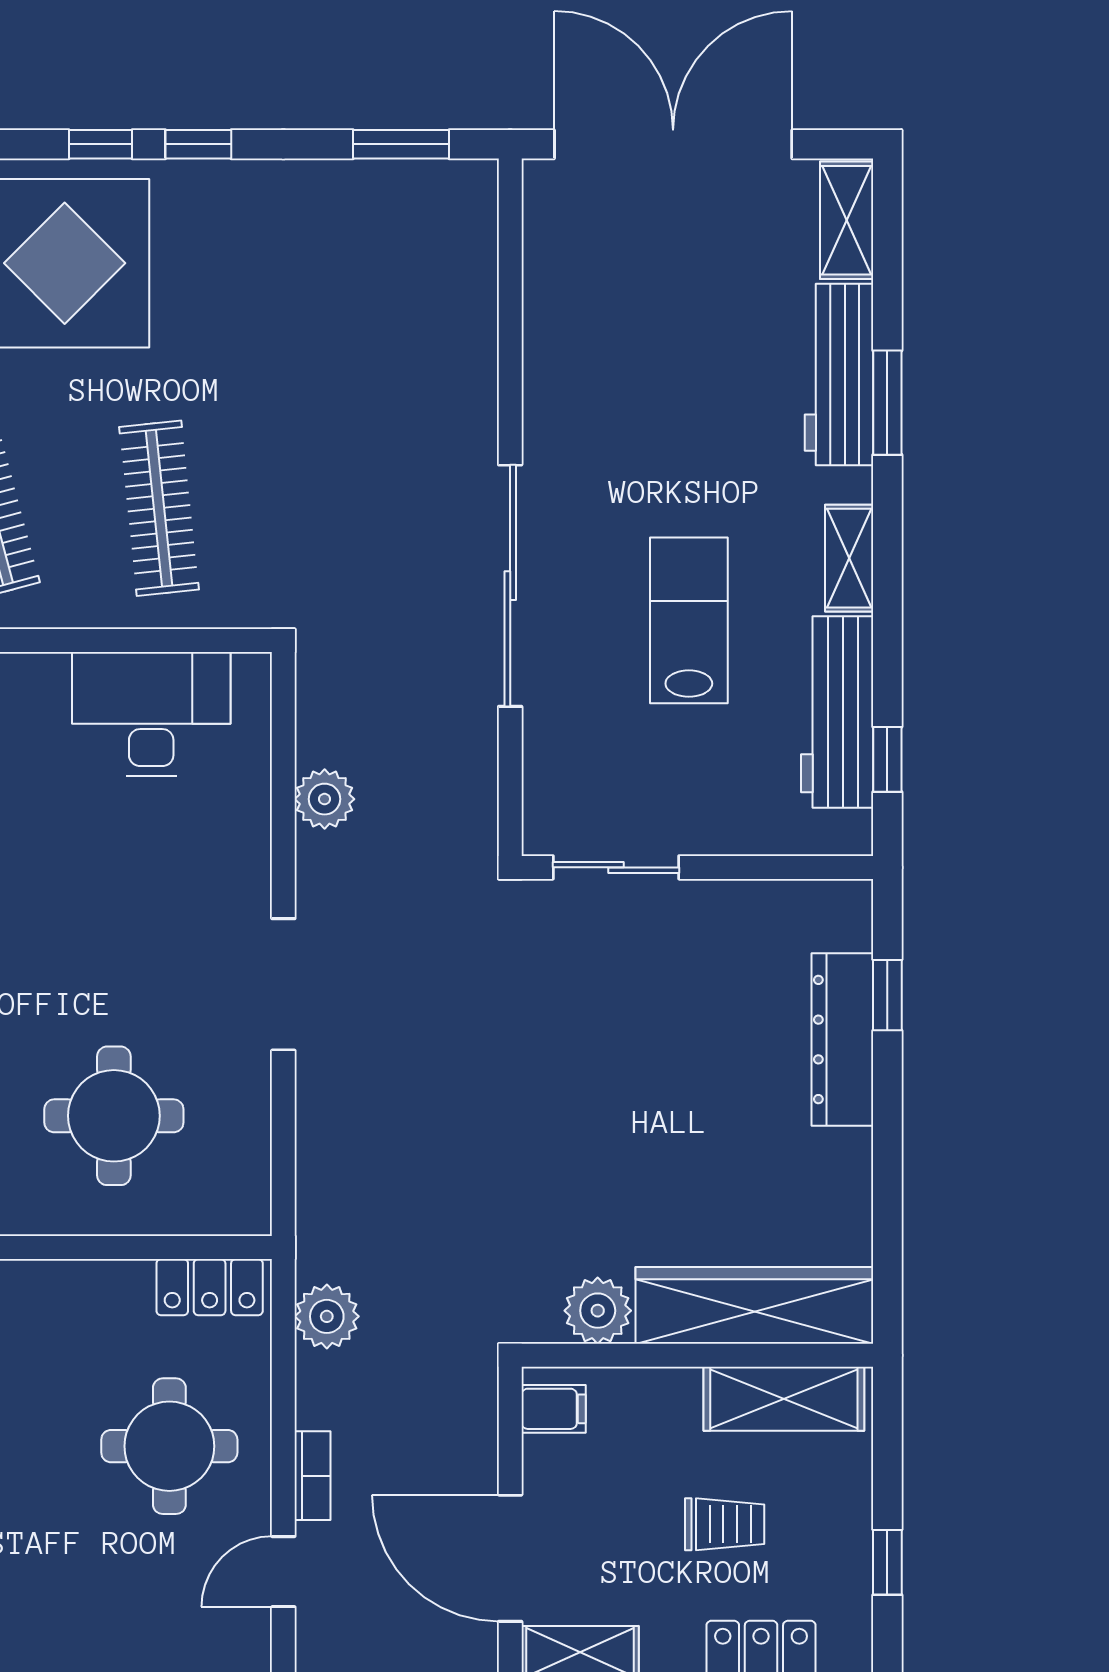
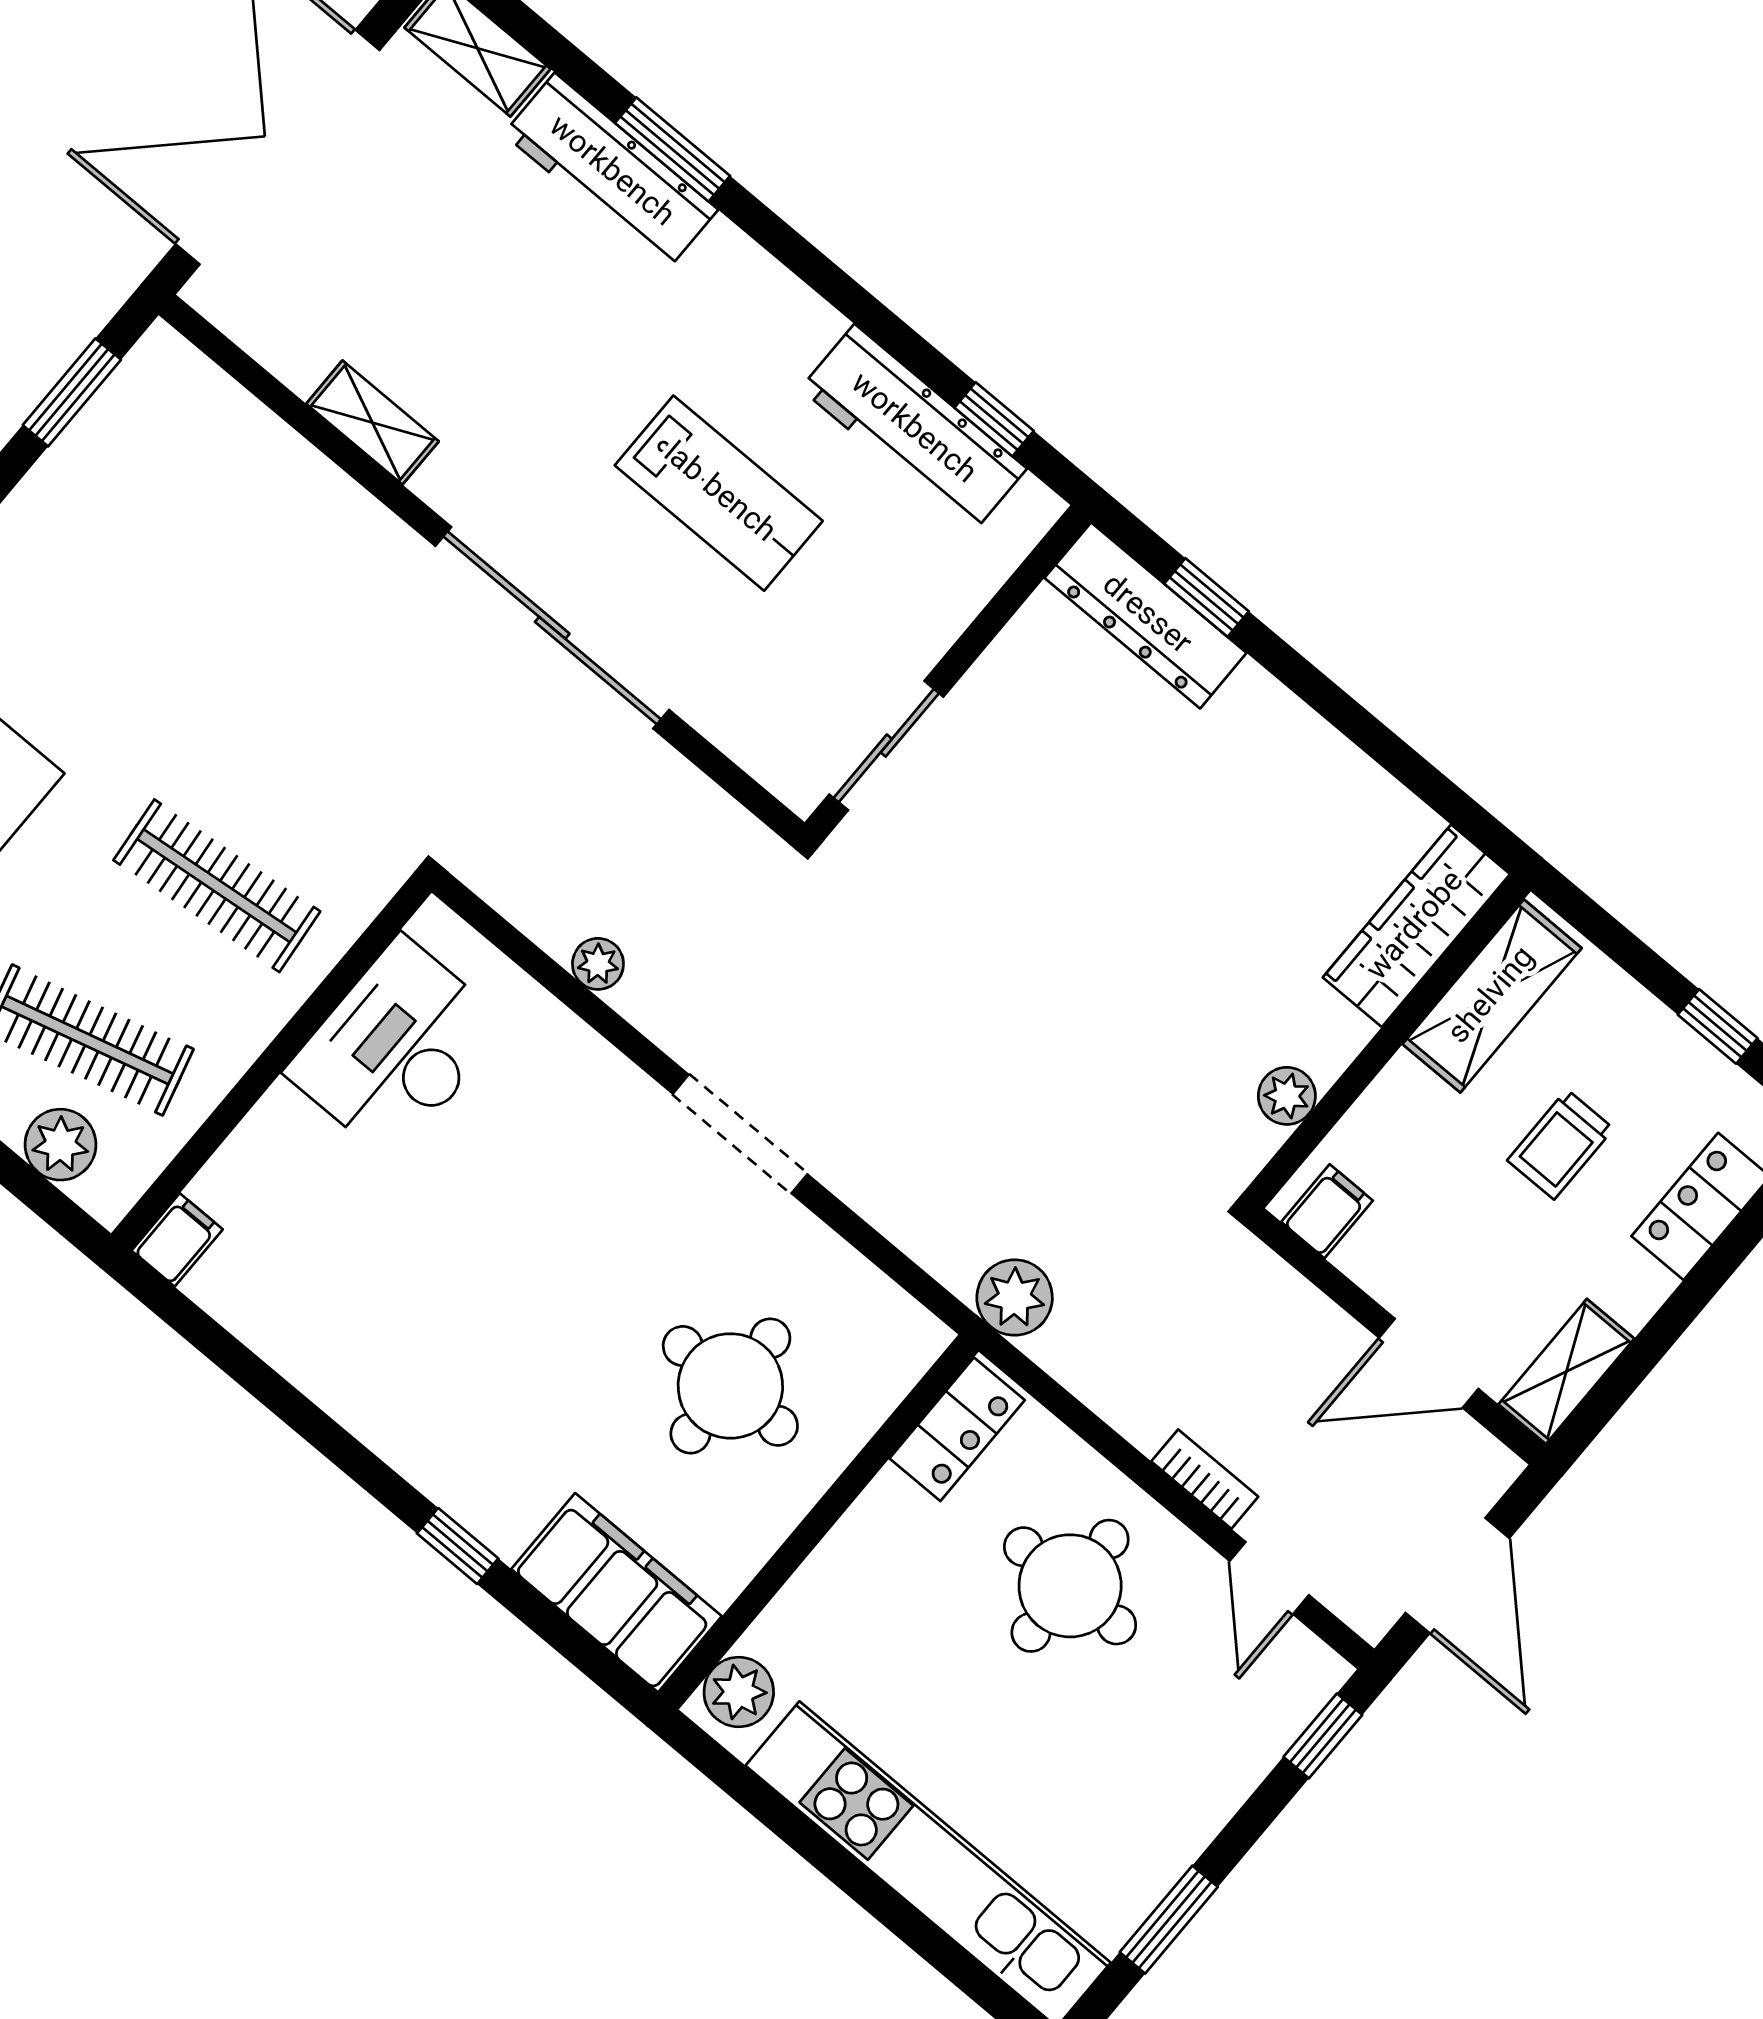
shelving: (849, 558) -> (372, 423), moved
lab bench: (689, 620) -> (719, 493), turned 180
plant: (325, 799) -> (598, 964), width x0.73, depth x0.73
dresser: (842, 1039) -> (1146, 615), moved
wardrobe: (754, 1305) -> (1416, 926), width x0.71, depth x0.85
plant: (598, 1311) -> (1287, 1096), width x0.73, depth x0.73
plant: (327, 1316) -> (1015, 1298), moved
trolley: (725, 1524) -> (1560, 1144), turned 180
door: (510, 1558) -> (1429, 1363), width x0.73

